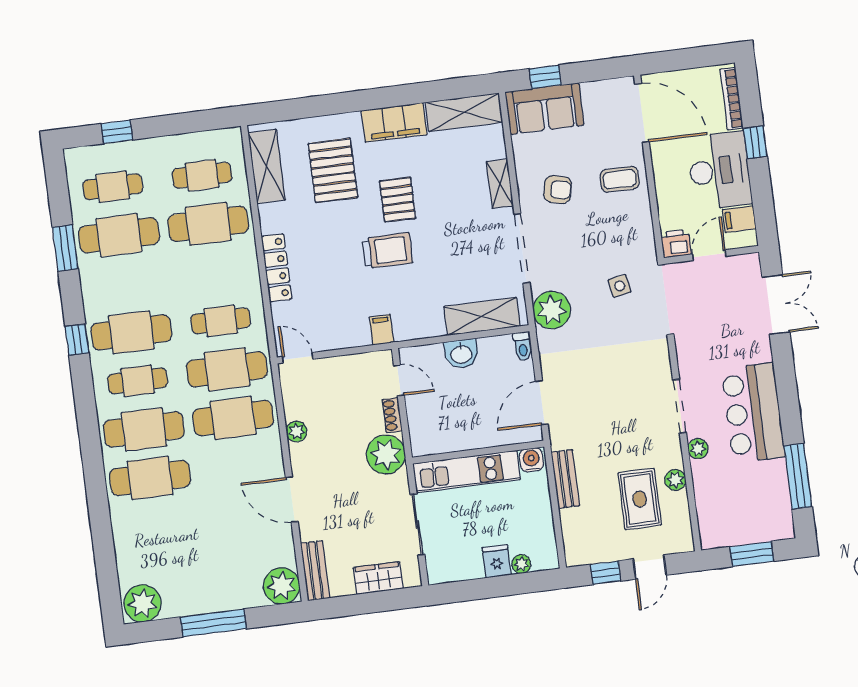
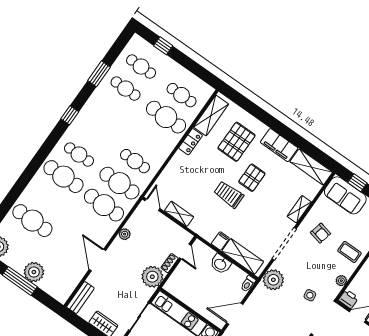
plant: (644, 228) -> (341, 281), added
cafe table: (119, 235) -> (126, 89), width x0.73, depth x0.74
trolley: (387, 251) -> (229, 195), turned 180
locker: (277, 268) -> (191, 142), moved, width x0.66
filing cabinet: (382, 330) -> (220, 241), moved
cafe table: (131, 332) -> (94, 133), removed
shelving: (344, 337) -> (179, 214), added
cafe table: (150, 478) -> (32, 221), moved
plant: (282, 586) -> (34, 272), moved

